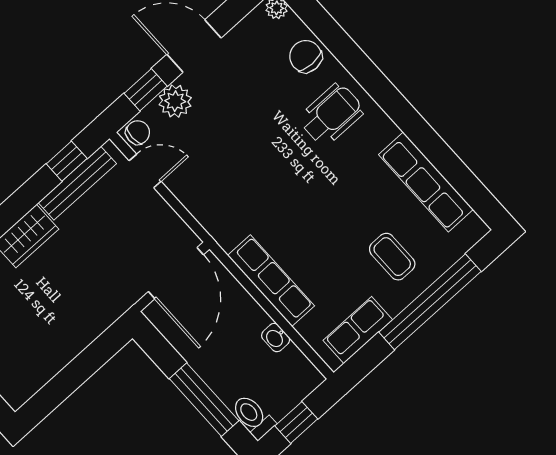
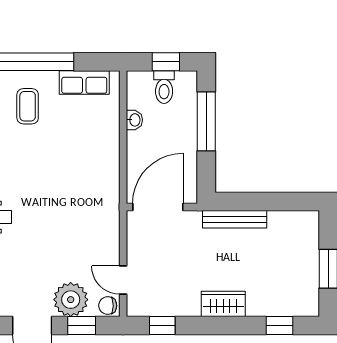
plant: (175, 101) -> (71, 300), width x1.36, depth x1.36
bench: (77, 183) -> (235, 219), moved
row of seats: (271, 281) -> (108, 154), removed
toilet: (253, 417) -> (164, 87), moved

